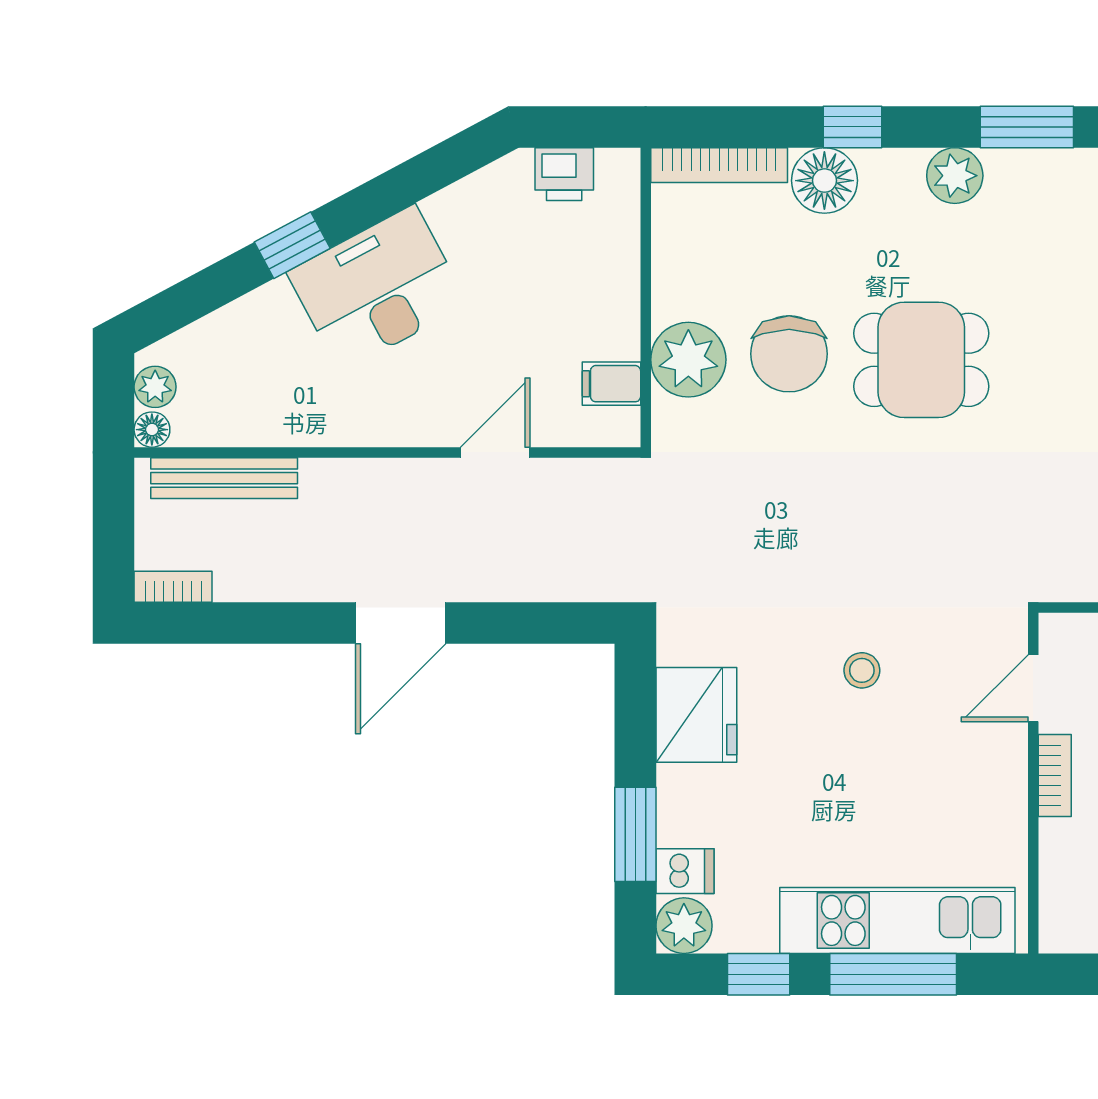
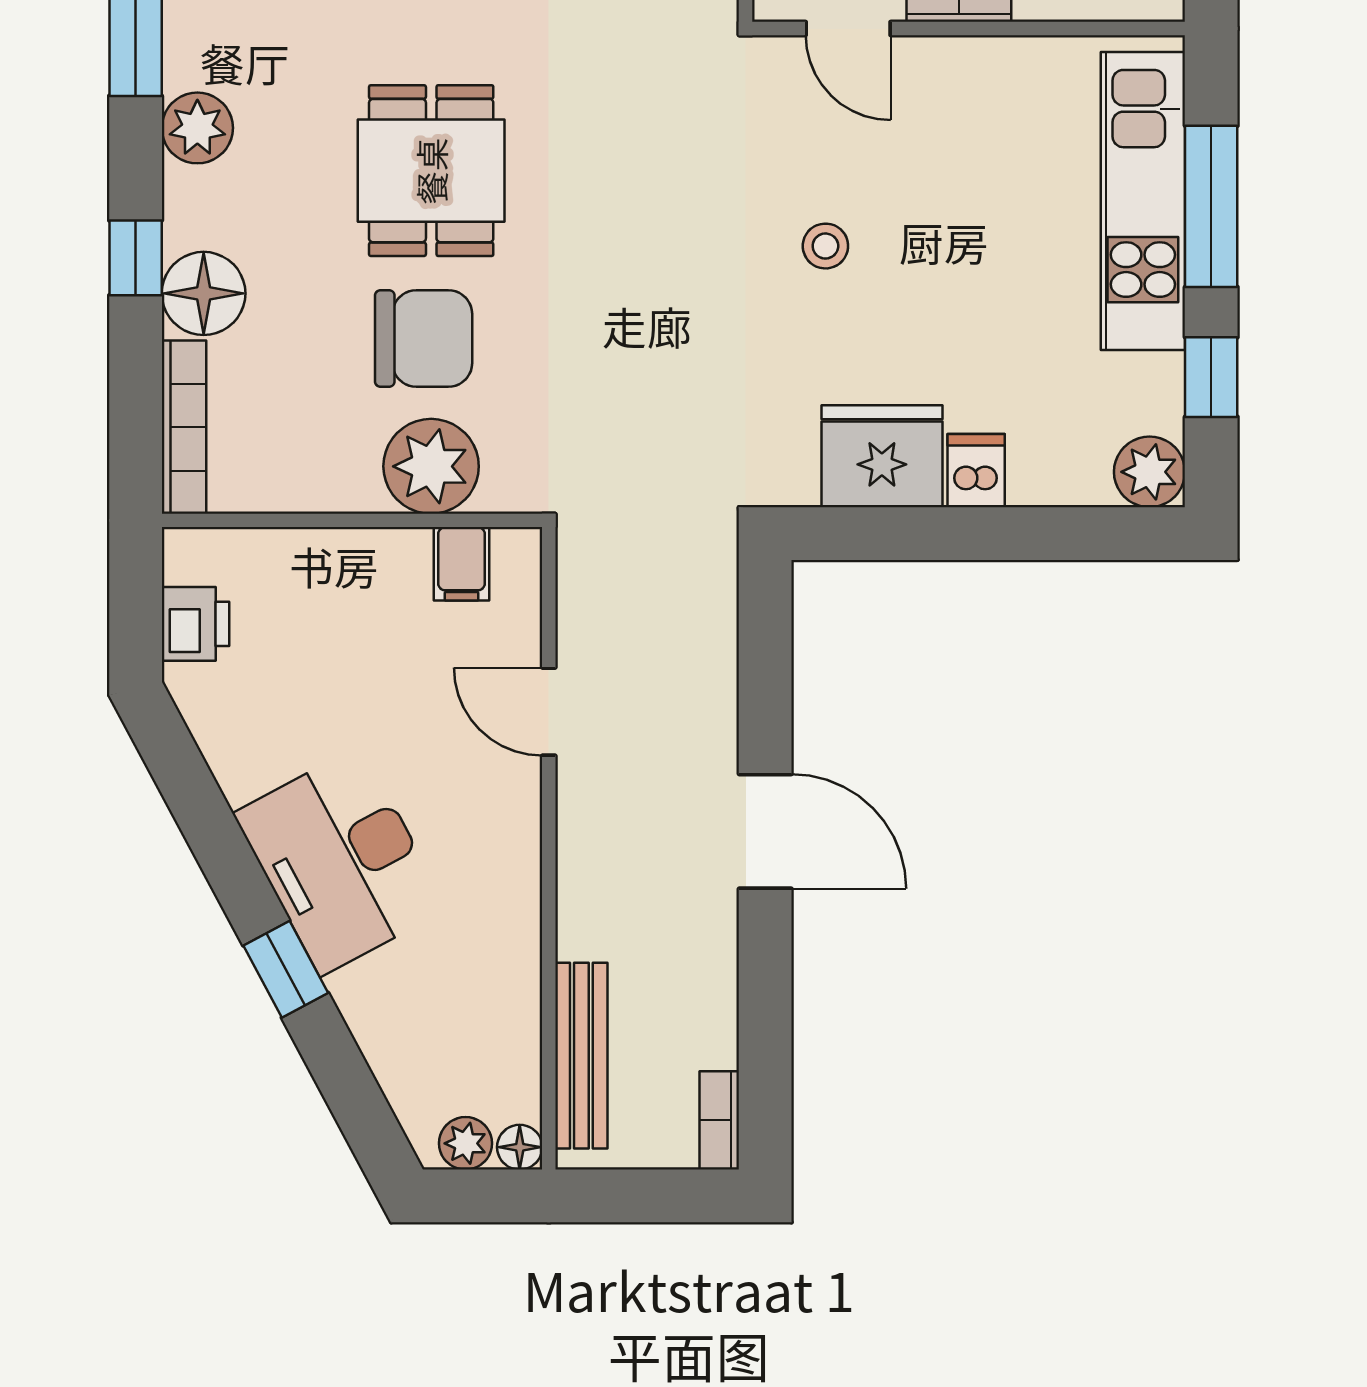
window: (635, 834) -> (1034, 534), removed
dishwasher: (685, 871) -> (976, 471), moved

